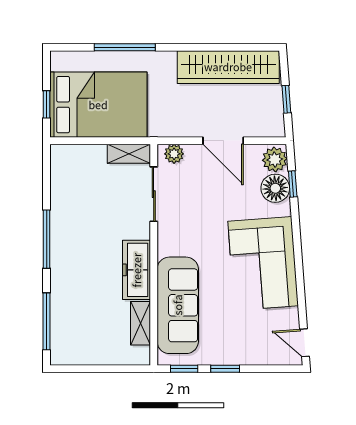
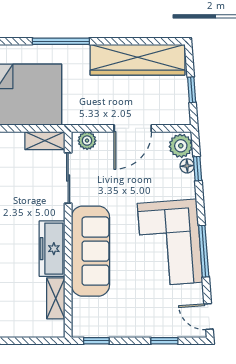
window: (125, 47) -> (61, 41), moved
door: (223, 141) -> (133, 128), hinge flipped
floor lamp: (275, 188) -> (187, 166), width x0.53, depth x0.53
window: (299, 273) -> (204, 251), added
sofa: (178, 305) -> (90, 251), moved
window: (225, 369) -> (164, 341), moved

